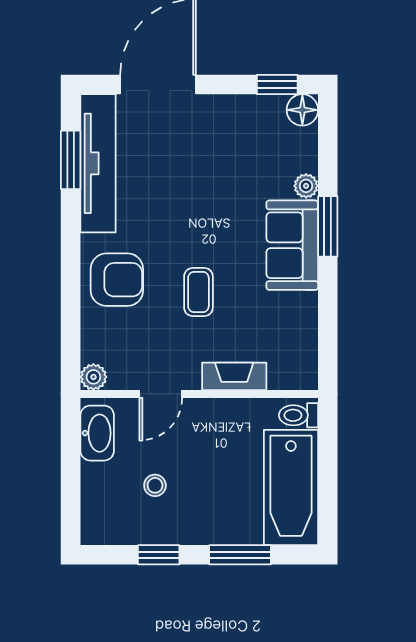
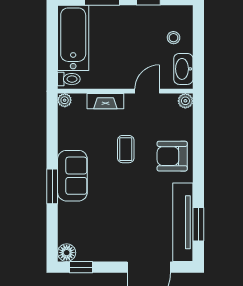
plant: (306, 186) -> (65, 100), moved
stool: (155, 485) -> (174, 38), moved

